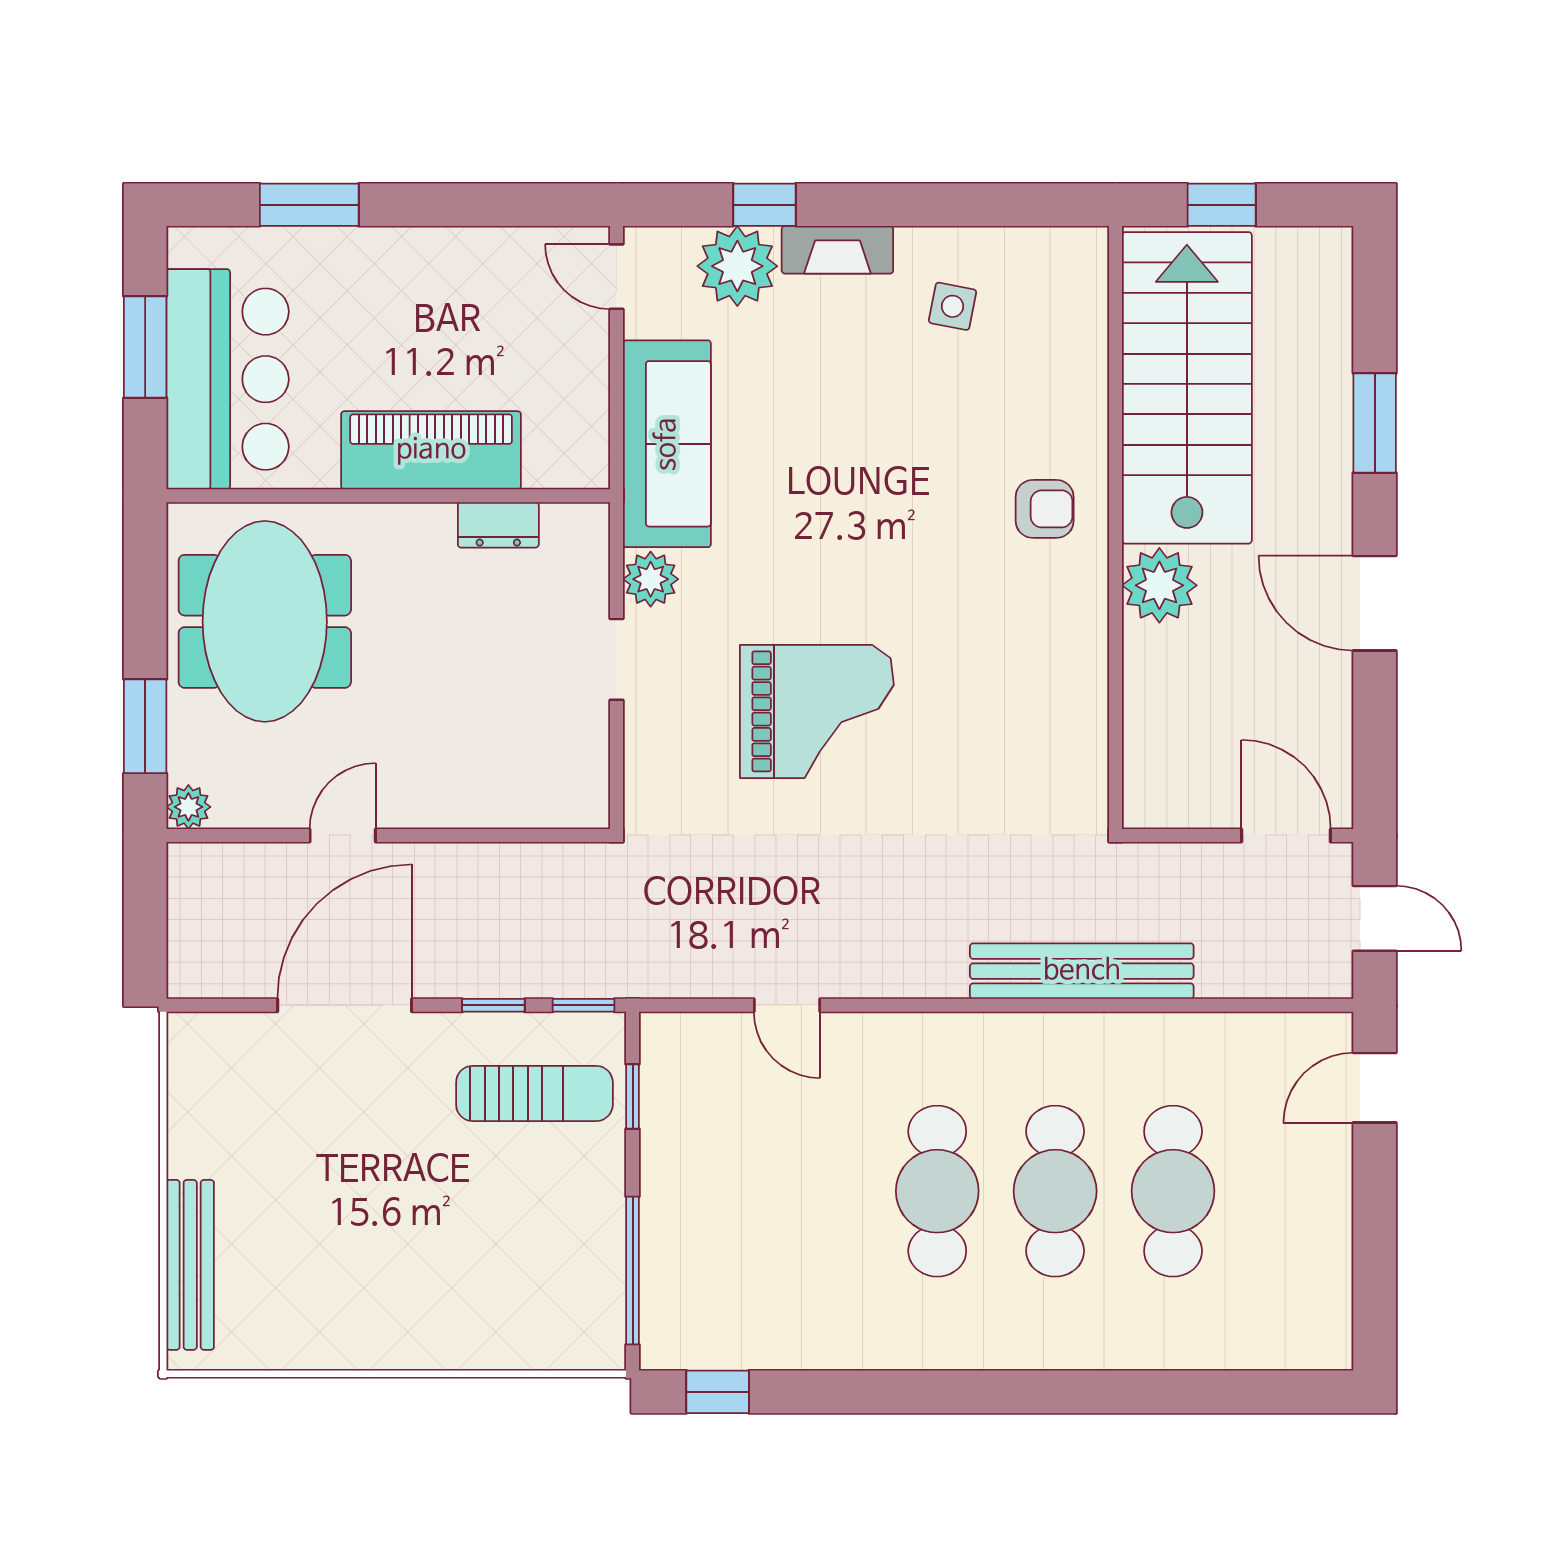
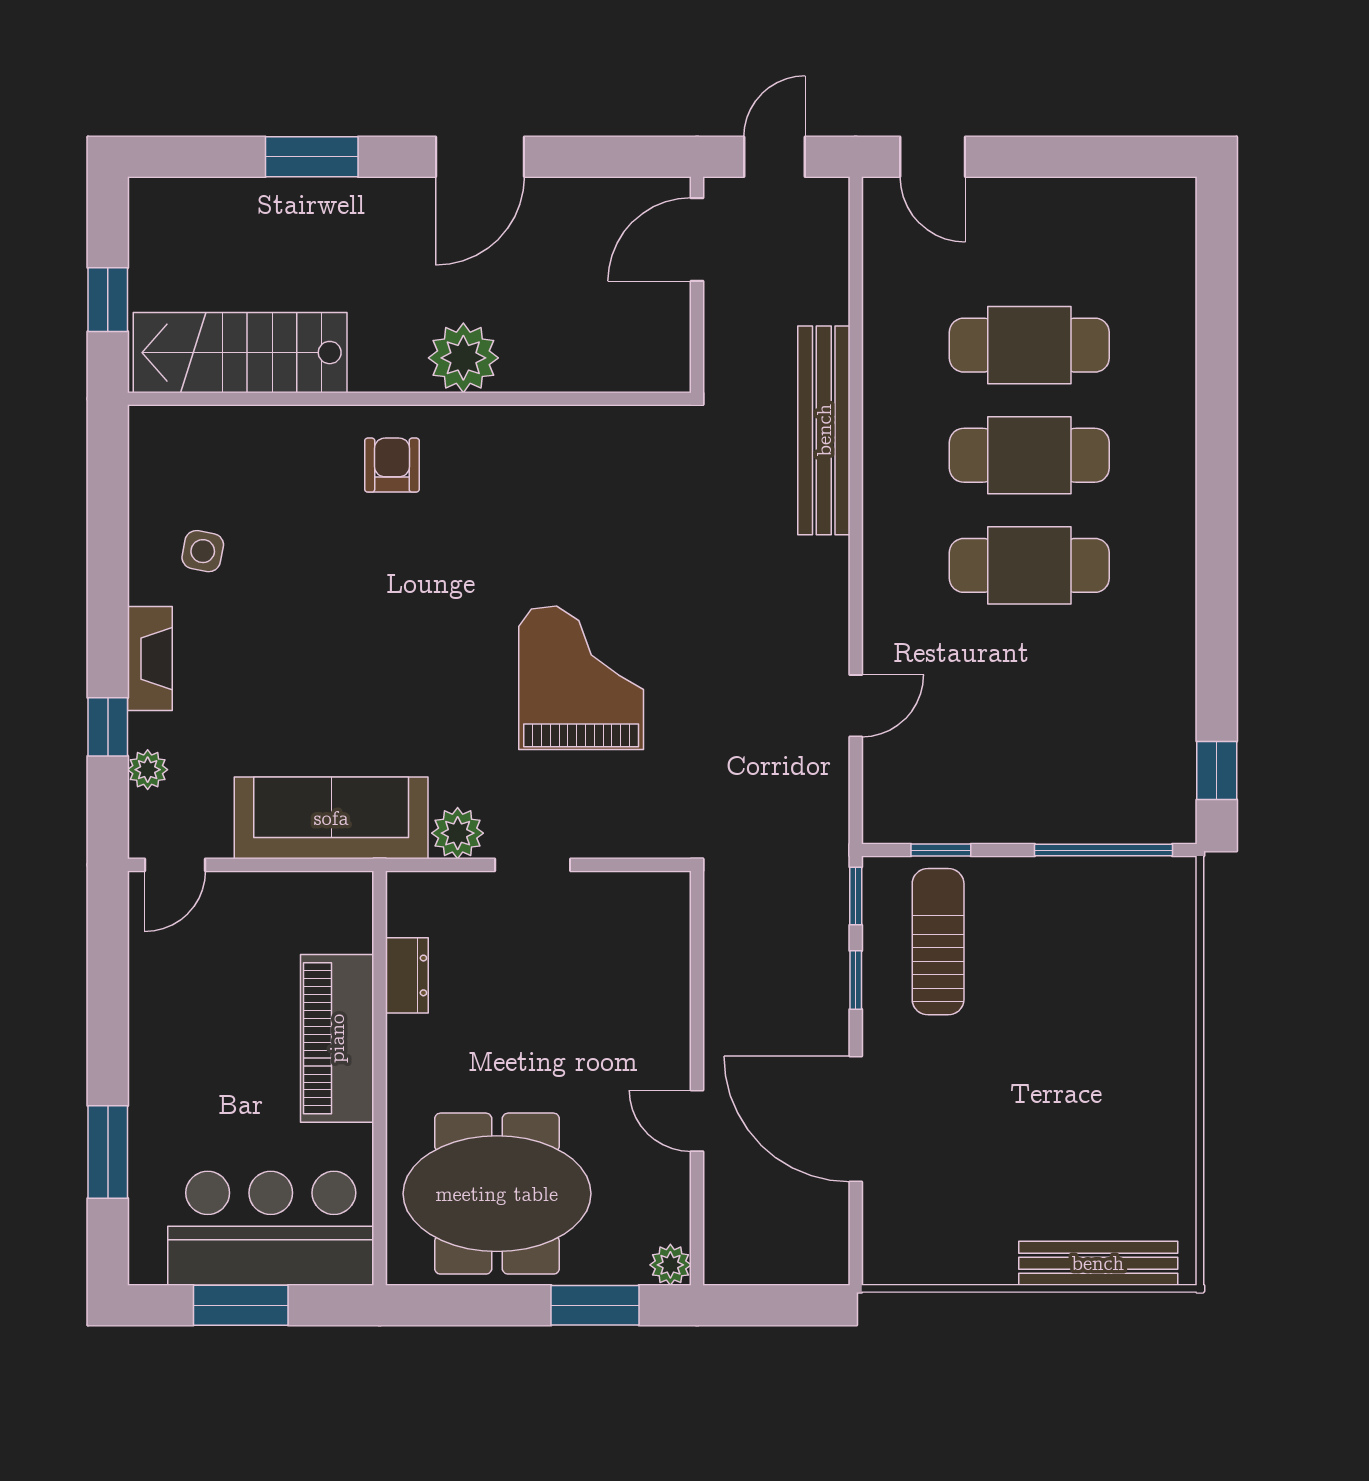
plant: (737, 266) -> (148, 770), width x0.53, depth x0.53
stairs: (1187, 388) -> (240, 353), width x0.73, depth x0.66

